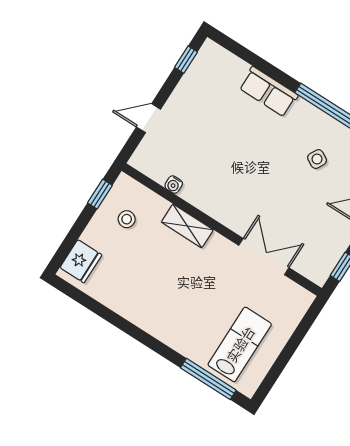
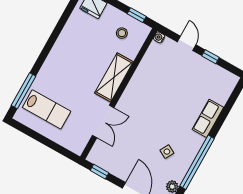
window: (186, 60) -> (211, 57), moved
water cooler: (174, 185) -> (159, 37), moved
shelving: (187, 226) -> (114, 77), width x1.50, depth x1.33

